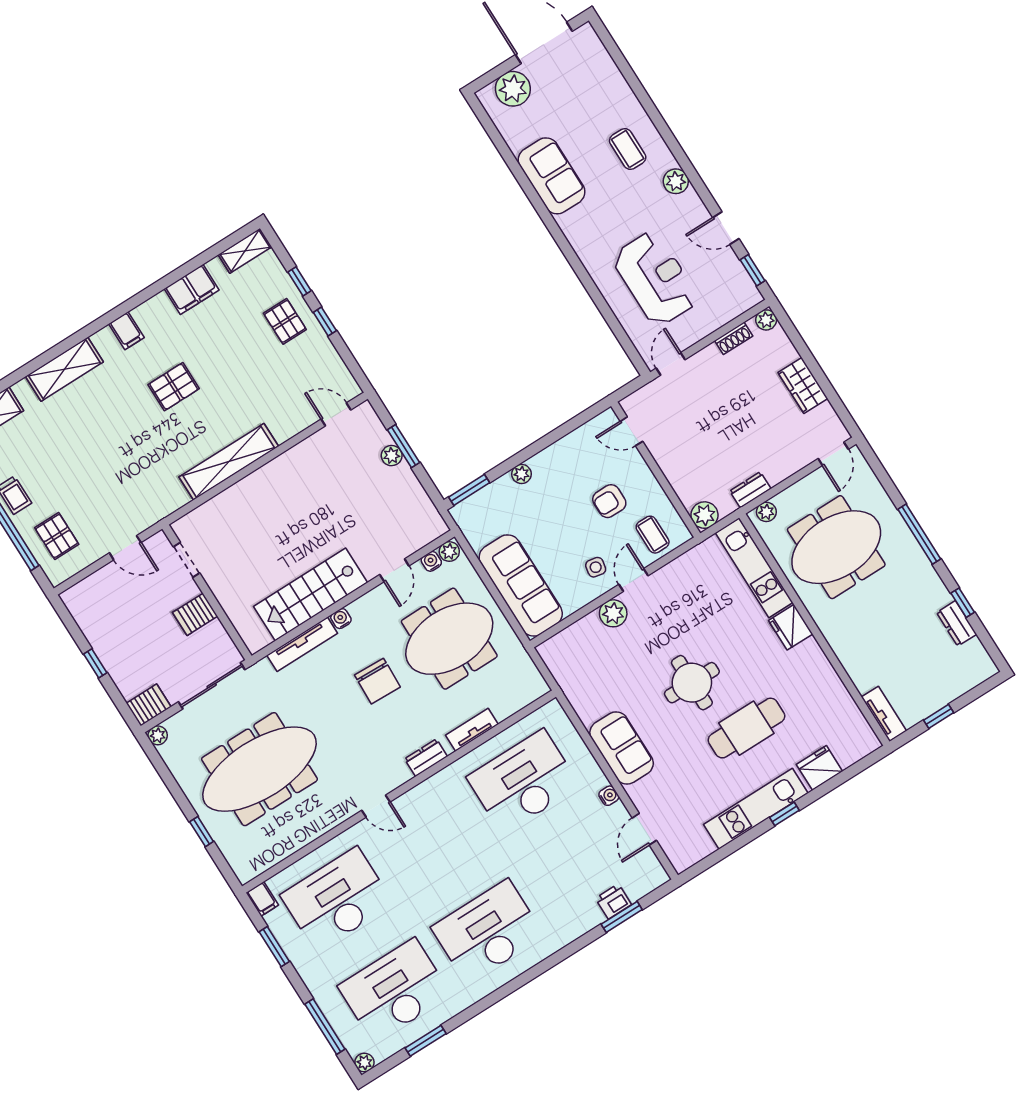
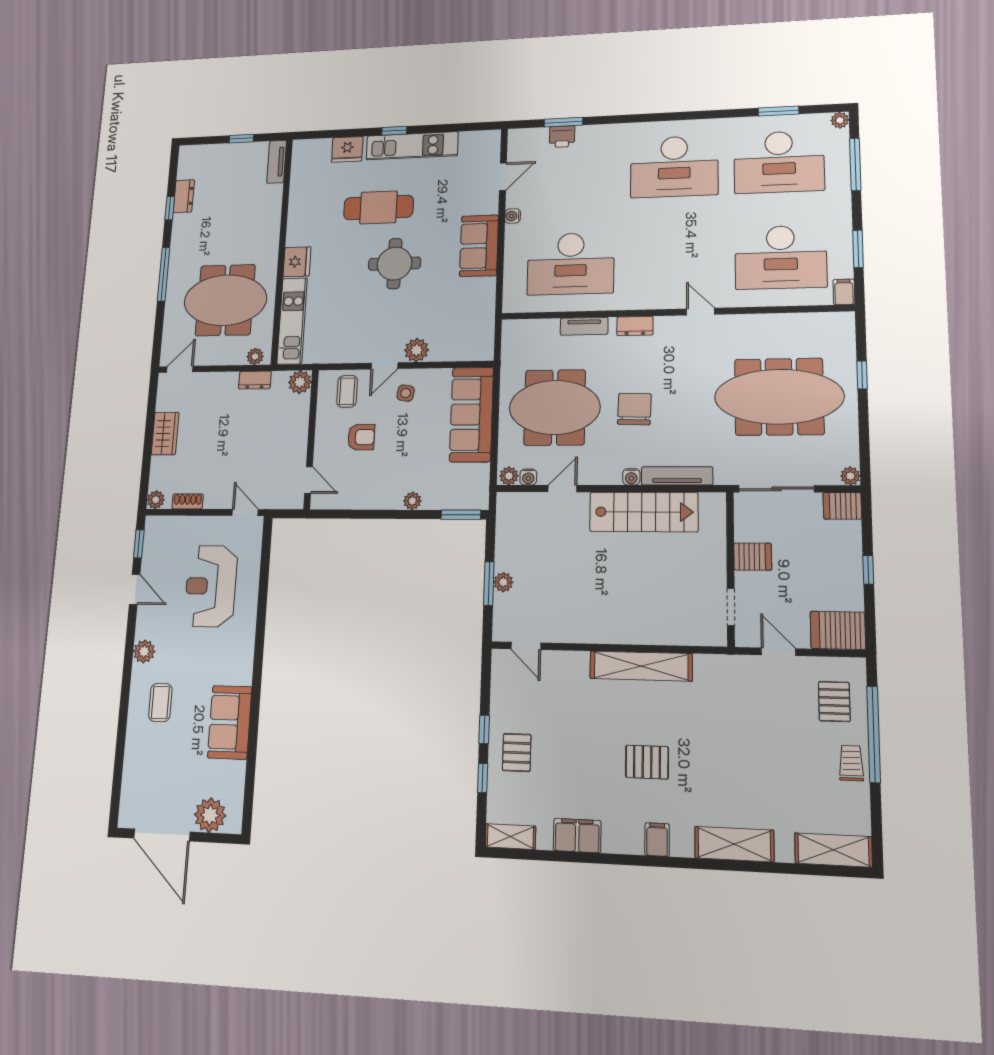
door: (671, 364) -> (245, 513), swing flipped
server rack: (89, 597) -> (838, 630), added

